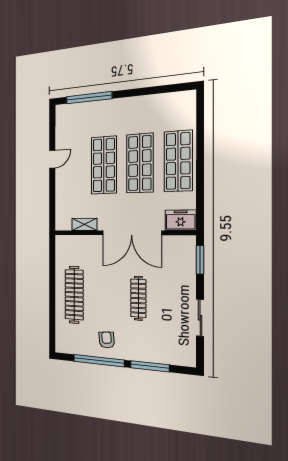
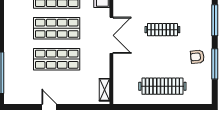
shelving: (84, 224) -> (104, 90), moved
double door: (132, 233) -> (111, 35), width x0.73
window: (99, 361) -> (215, 64), width x0.68

